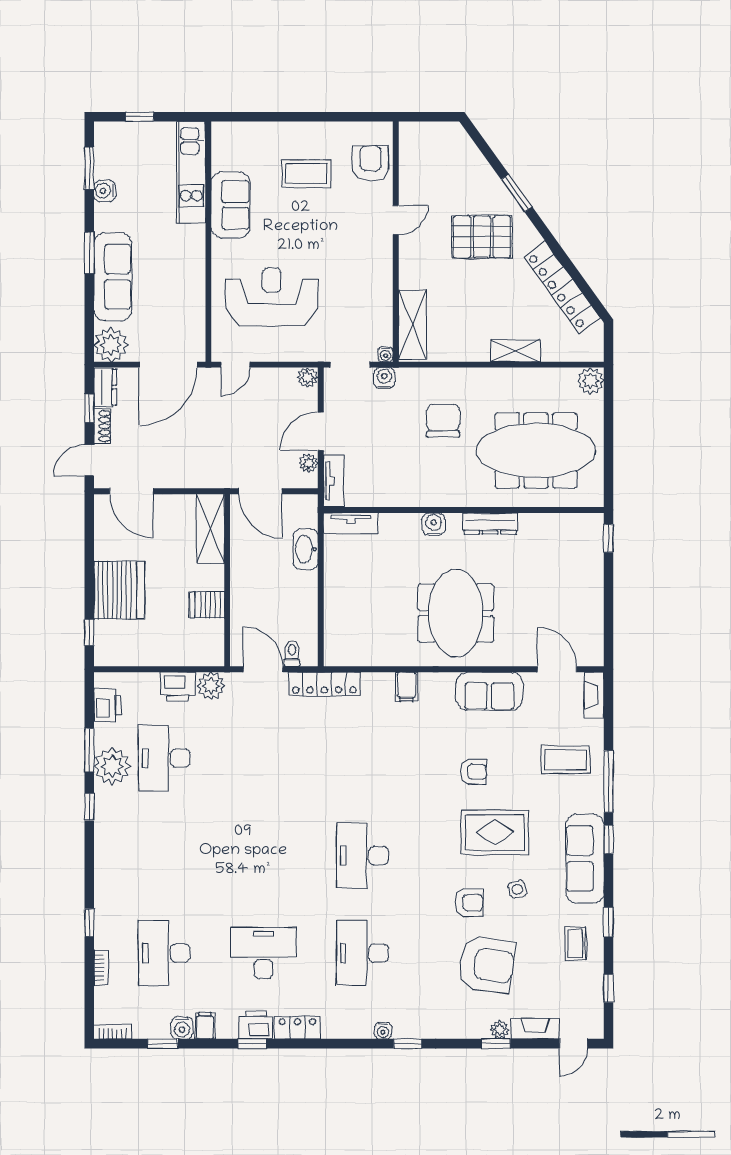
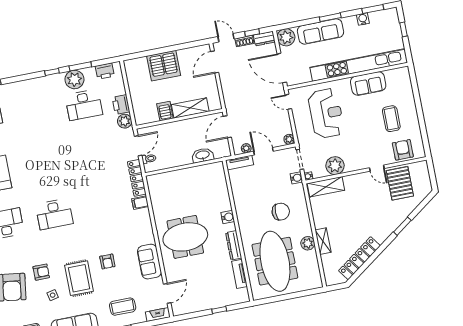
armchair: (371, 163) -> (403, 150), turned -90
kitchen unit: (191, 172) -> (359, 65), width x1.86
pallet: (482, 237) -> (400, 183), moved
plant: (375, 299) -> (335, 166), added
plant: (591, 381) -> (308, 243), moved
tv unit: (351, 523) -> (239, 274), moved
shelving: (210, 529) -> (190, 108), moved
window: (609, 538) -> (219, 310), moved
window: (89, 632) -> (139, 55), removed
filing cabinet: (406, 687) -> (140, 203), moved
desk: (164, 758) -> (84, 105), turned 180
coffee table: (566, 759) -> (123, 307), turned 90
desk: (363, 856) -> (54, 214), turned 180
armchair: (469, 903) -> (41, 272), turned -90

